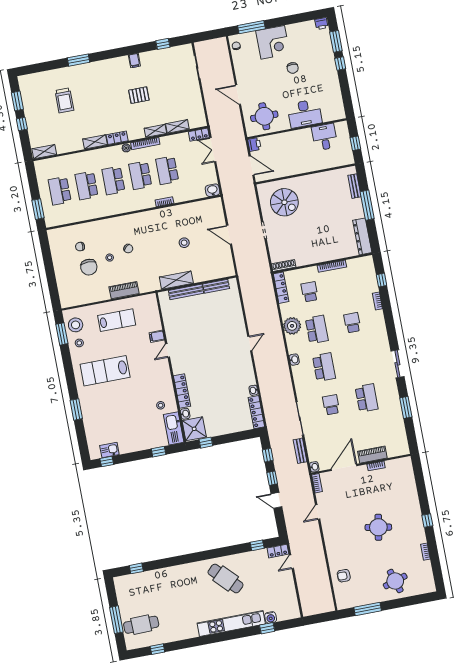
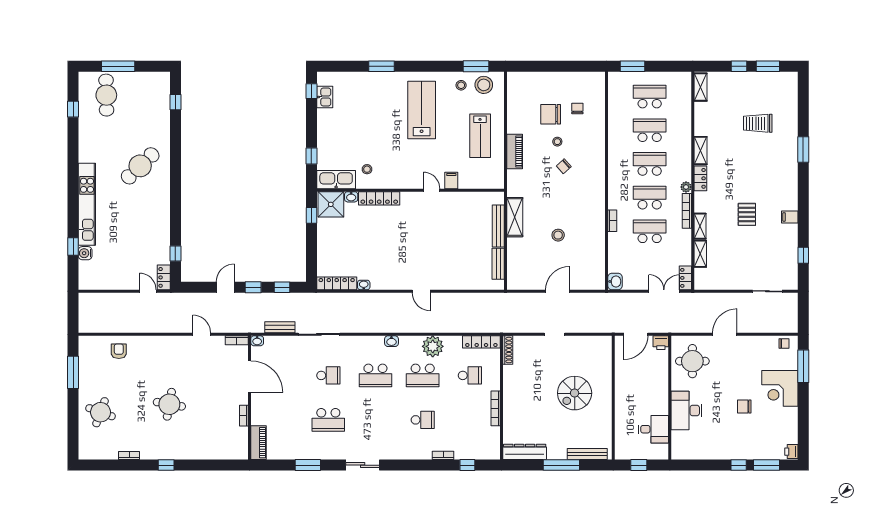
bench: (354, 186) -> (587, 454), width x1.36
spiral stairs: (284, 202) -> (575, 393), moved
piano: (372, 455) -> (258, 443), moved
cafe table: (226, 579) -> (140, 166), moved
round table: (395, 581) -> (101, 412), turned 37

